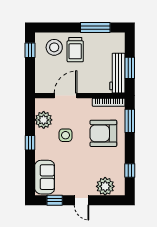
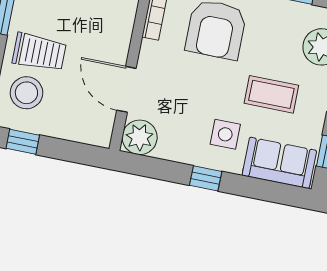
plant: (44, 120) -> (140, 137), moved
side table: (66, 135) -> (225, 134), moved
coffee table: (77, 167) -> (271, 94), added

